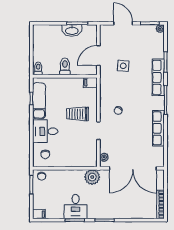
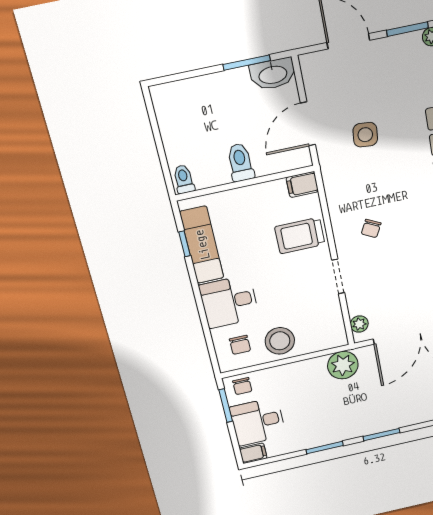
washbasin: (72, 30) -> (273, 74), moved
trolley: (77, 114) -> (300, 236), moved
stool: (64, 157) -> (280, 341), added
desk: (76, 207) -> (258, 422), moved, turned 90

